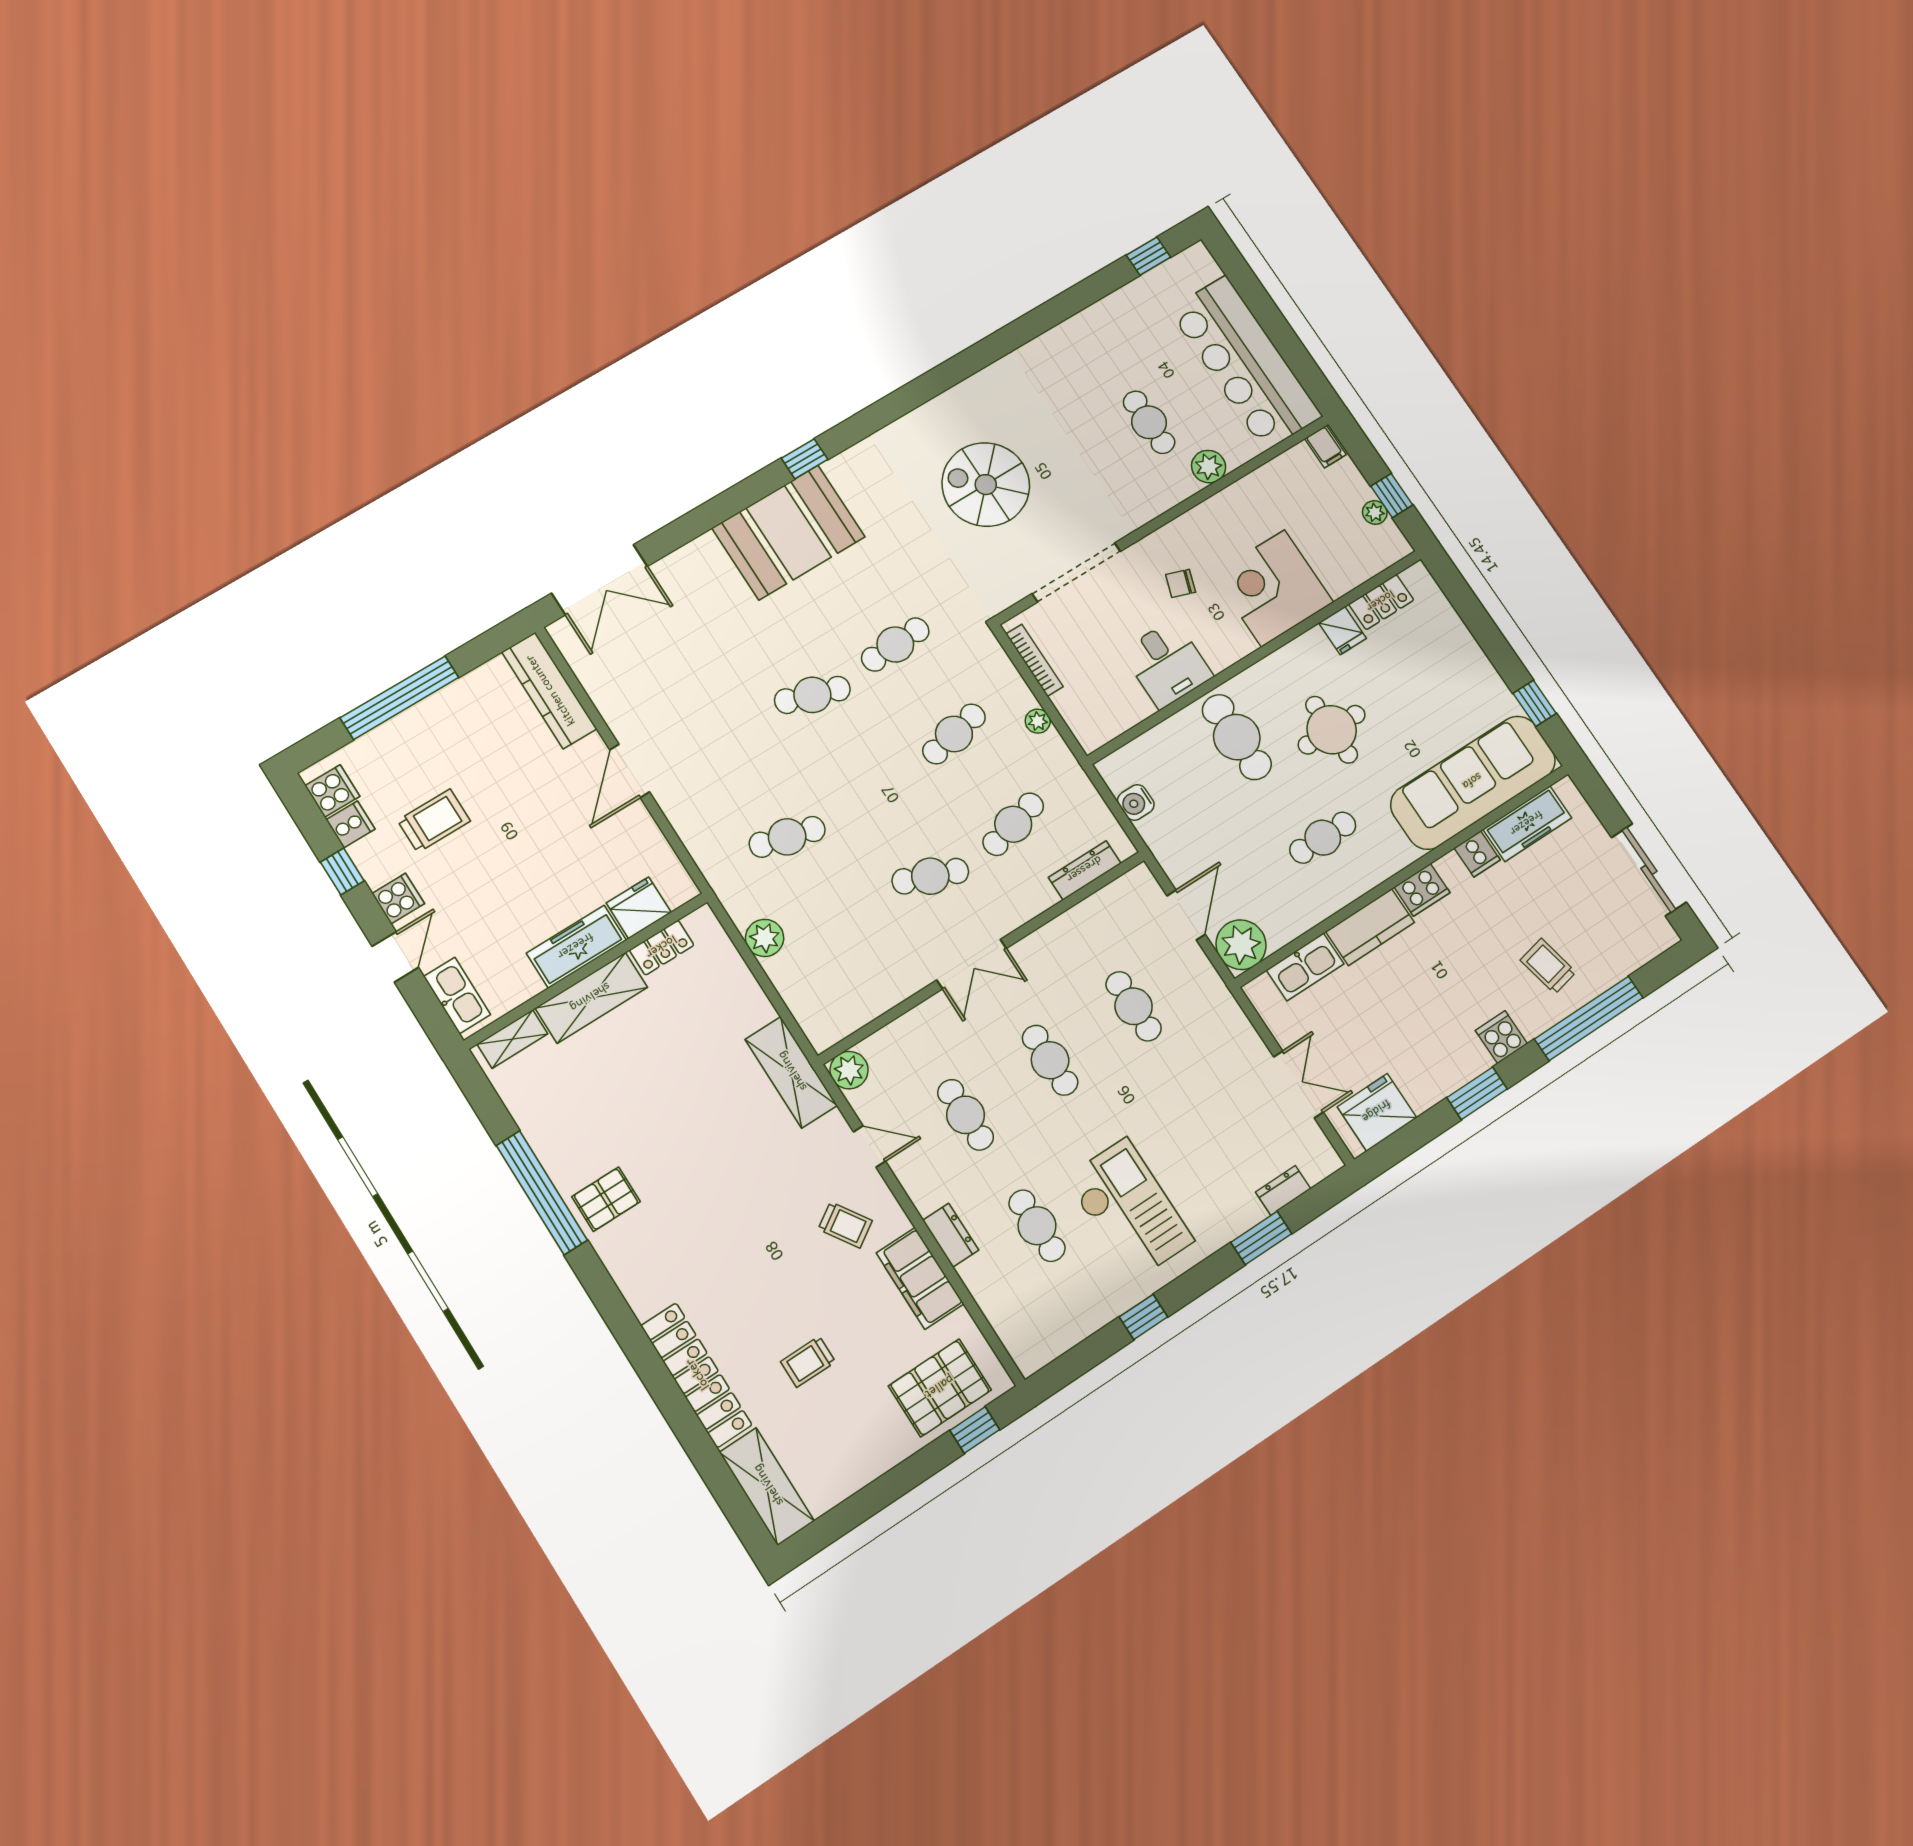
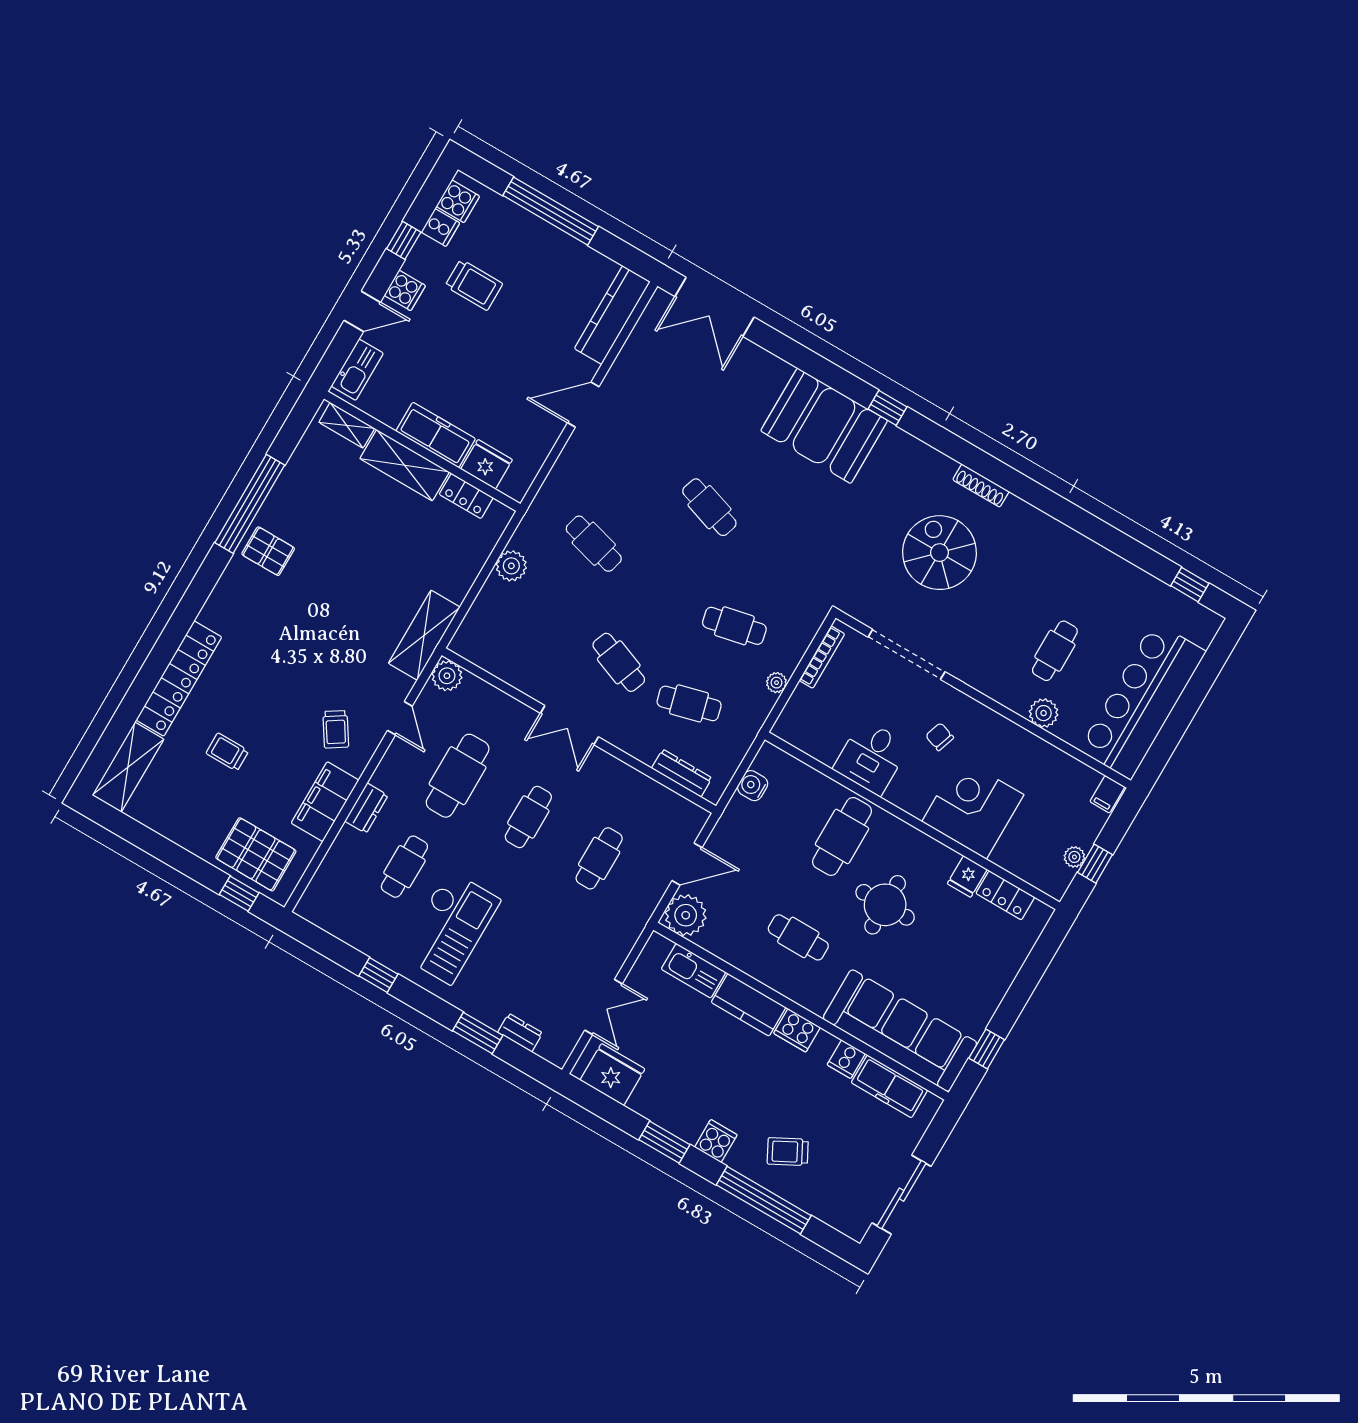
shoe rack: (937, 407) -> (981, 486), added
cafe table: (895, 645) -> (780, 548), removed
trolley: (1548, 966) -> (788, 1152), turned -106
cafe table: (966, 1115) -> (458, 776), width x1.37, depth x1.35

